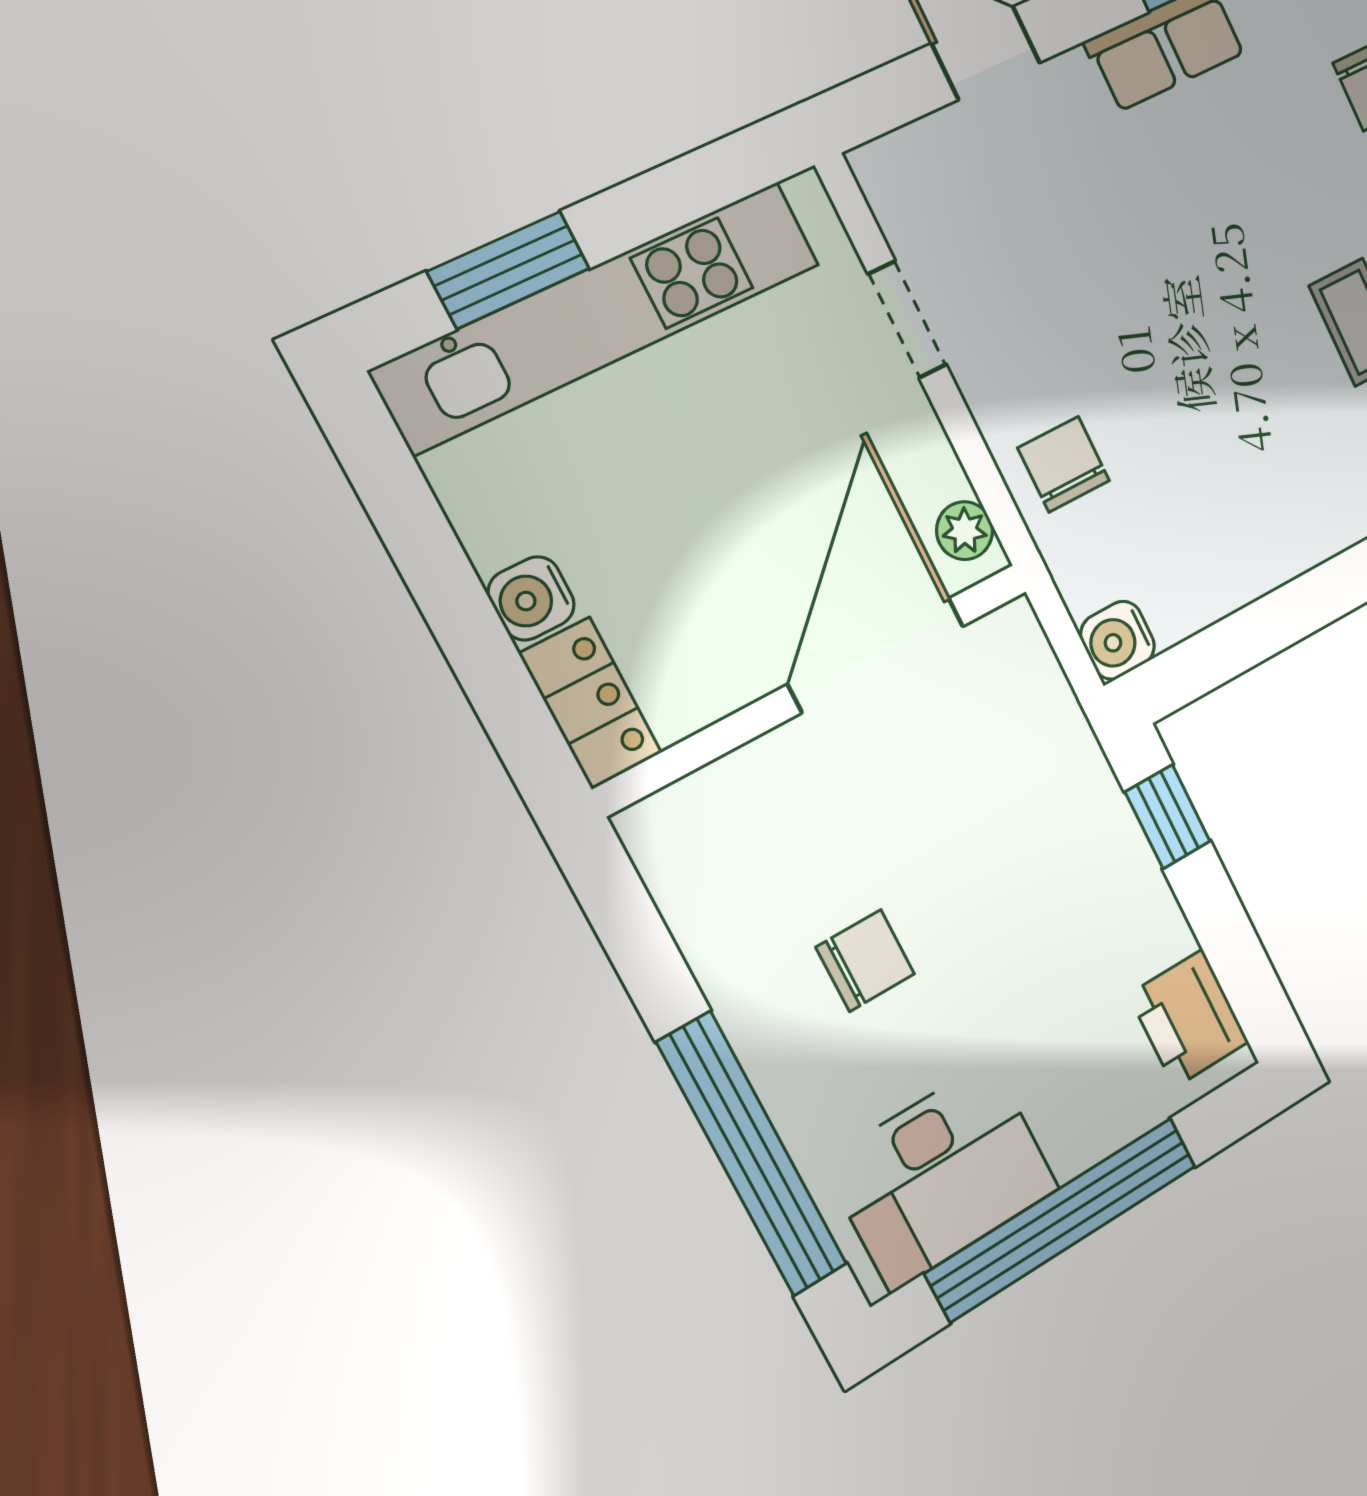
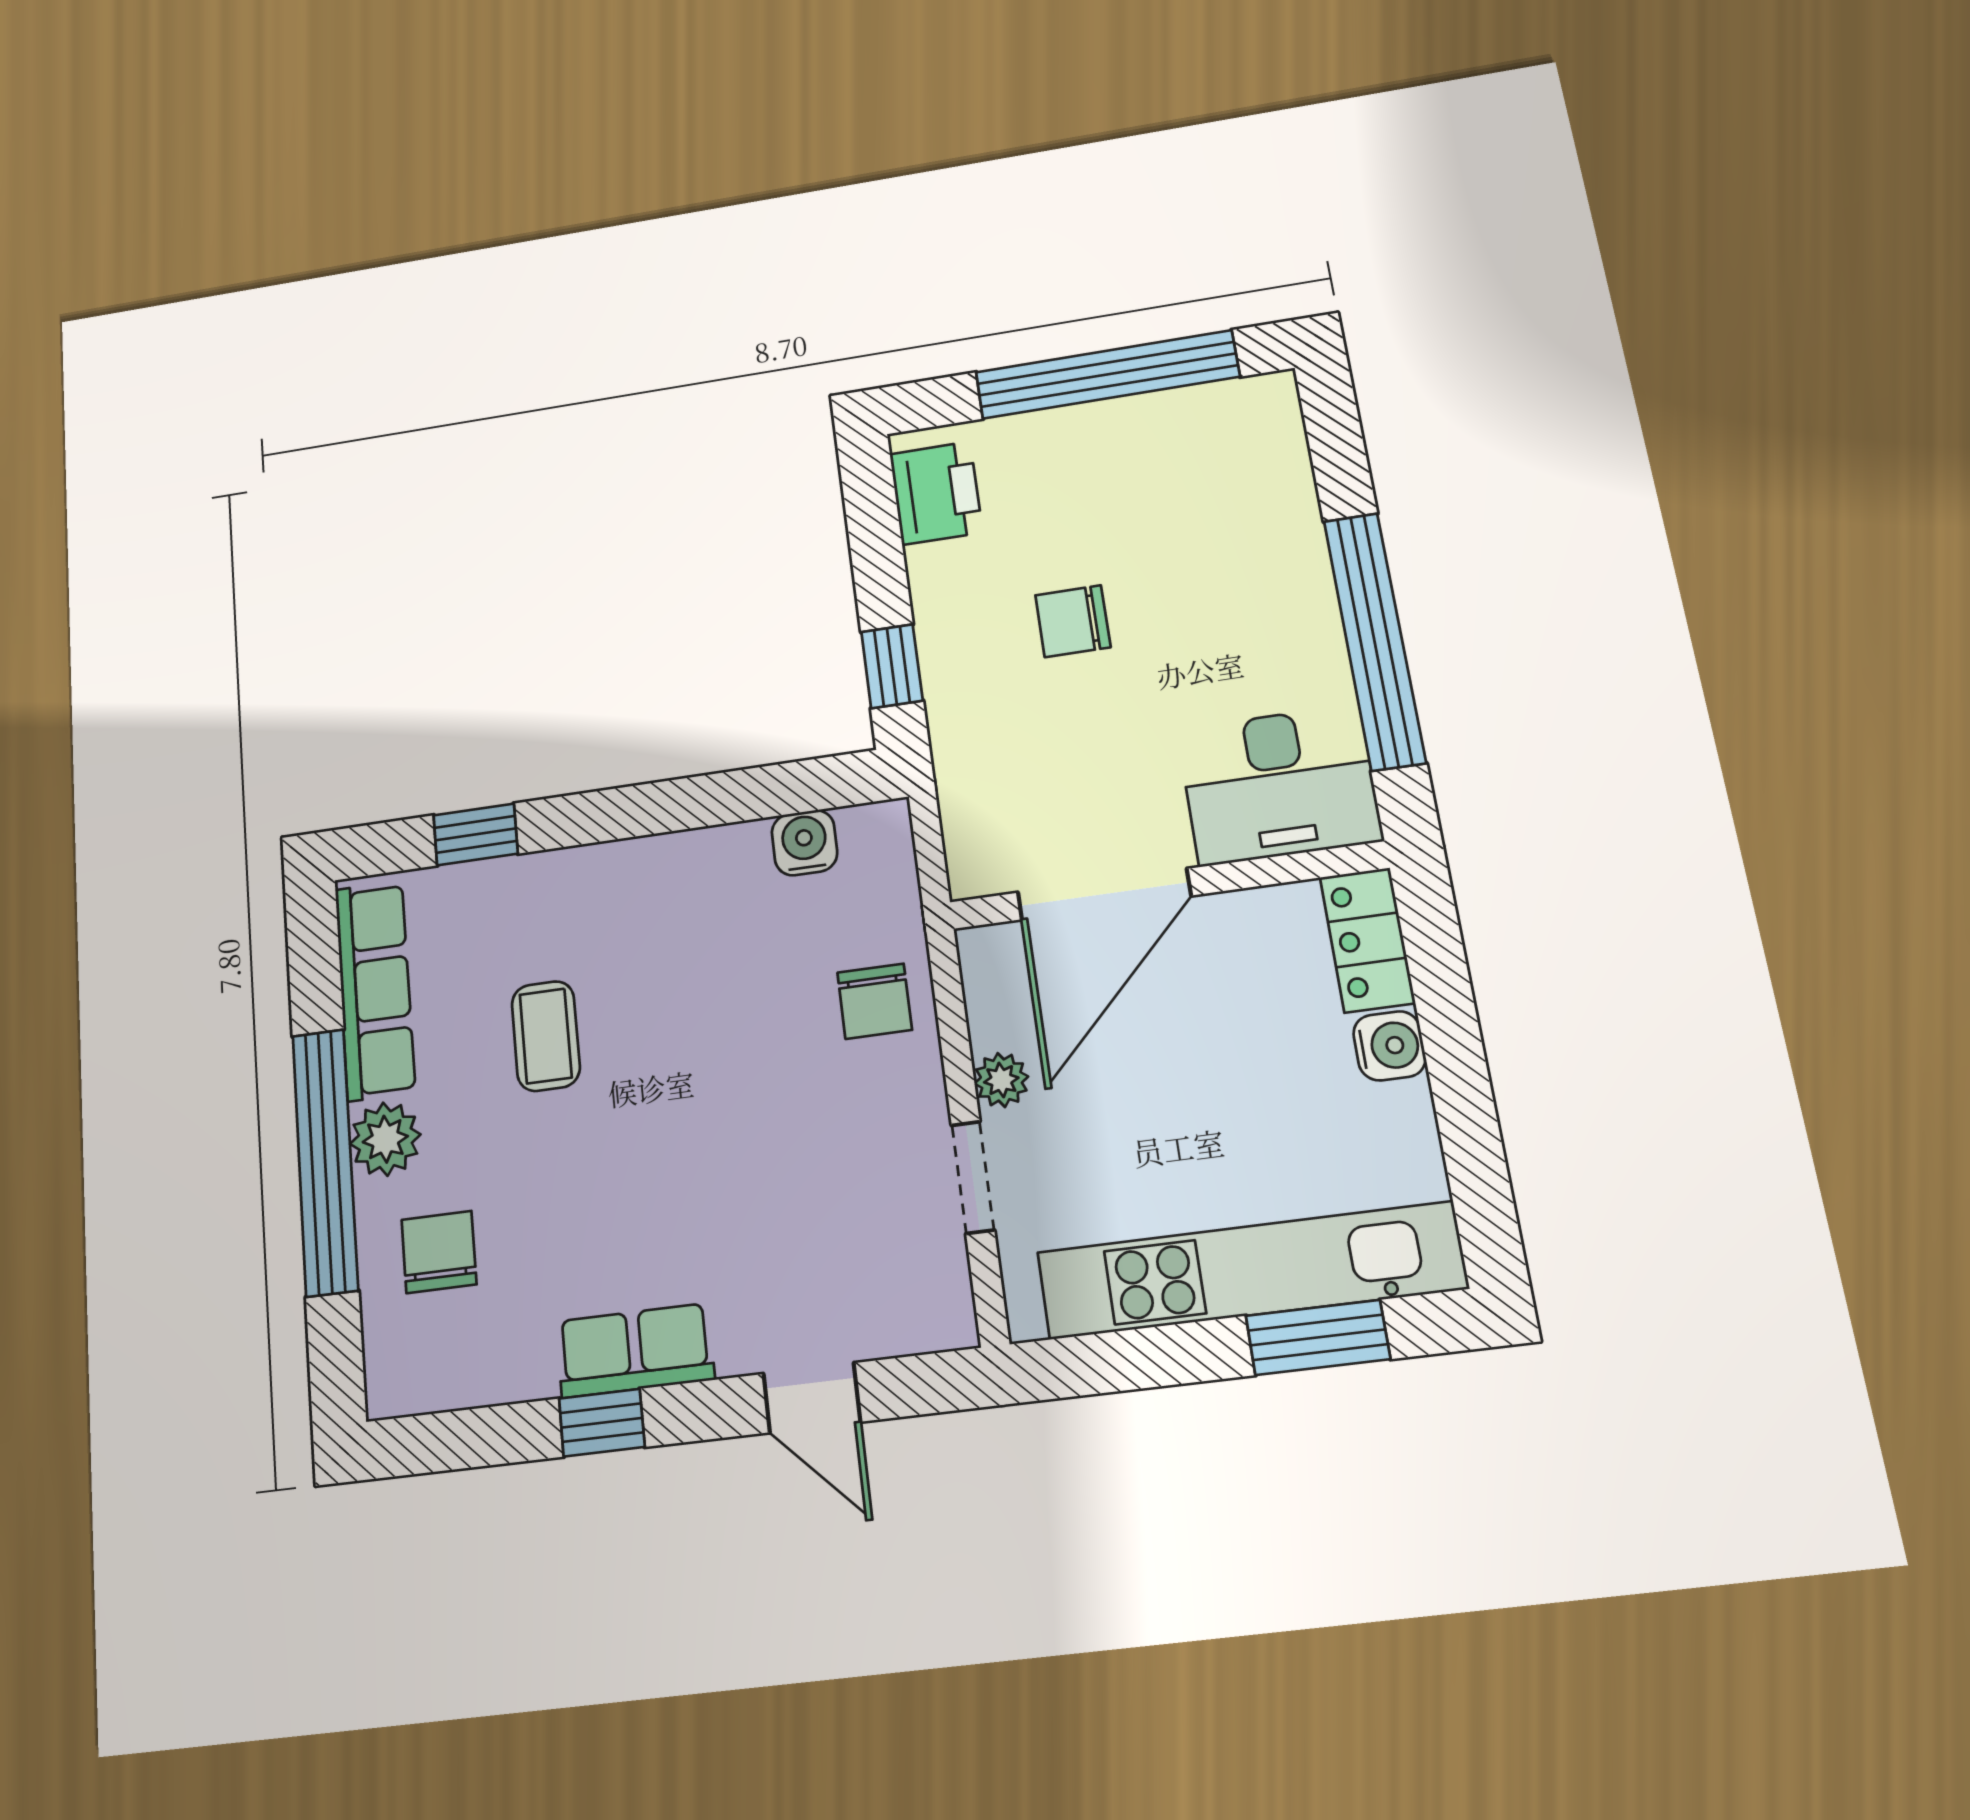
plant: (965, 531) -> (1001, 1080), moved
water cooler: (1118, 640) -> (804, 843), moved, turned -90
chair: (865, 961) -> (1073, 621), moved
window: (752, 1154) -> (1374, 640), moved
desk: (942, 1175) -> (1279, 785), moved, turned 180

